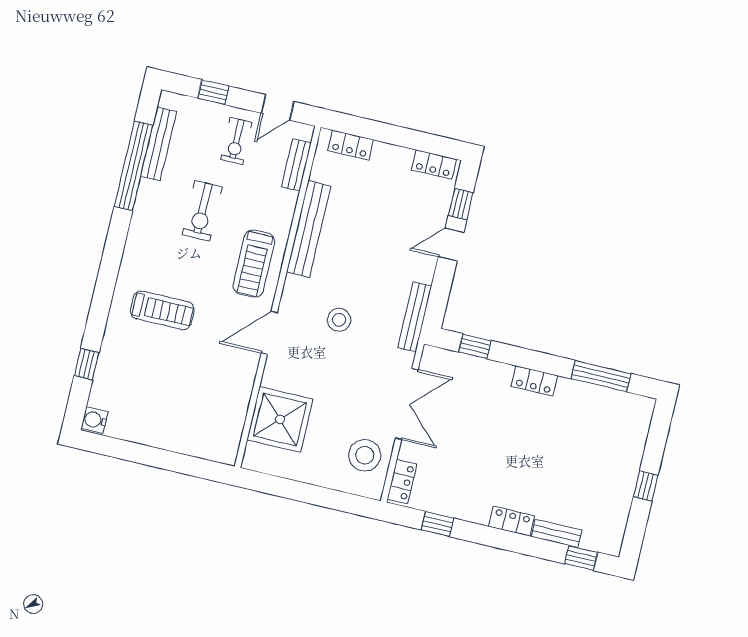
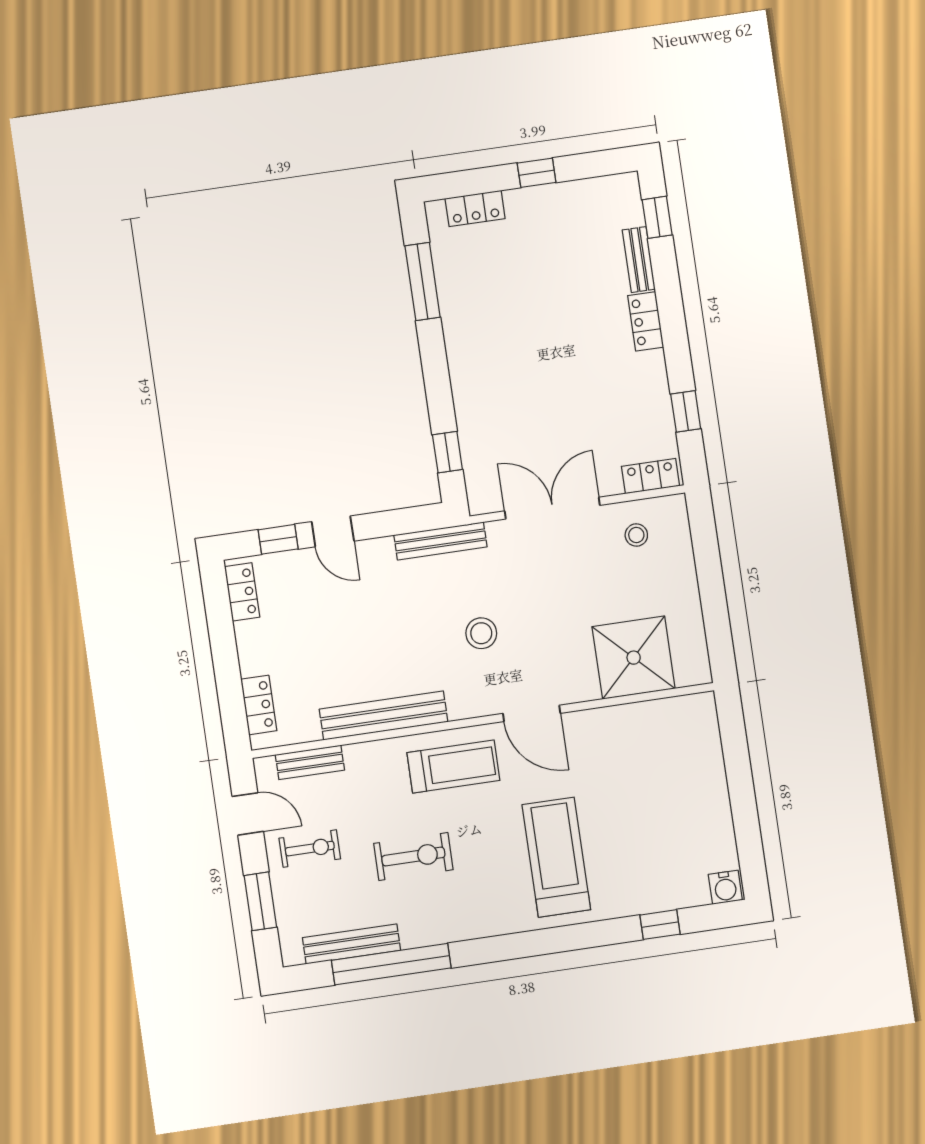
window: (213, 92) -> (260, 901), width x1.50
treadmill: (162, 310) -> (556, 857), width x1.37, depth x1.38
locker: (534, 381) -> (475, 208), moved, turned 90
stool: (365, 455) -> (636, 535), width x0.53, depth x0.53

